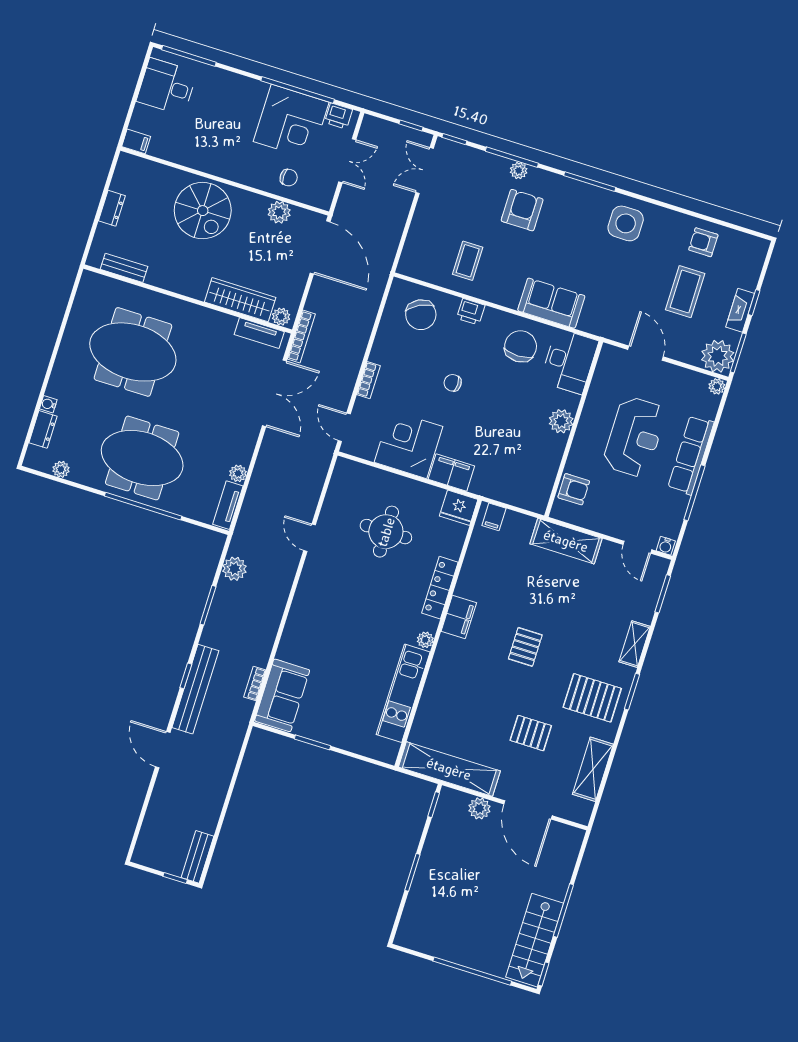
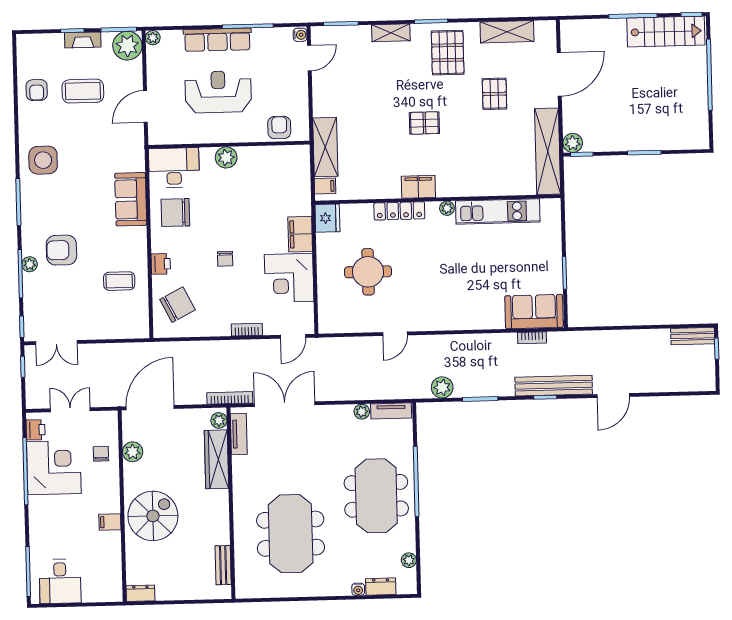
filing cabinet: (136, 141) -> (110, 522), moved, turned -90
dresser: (112, 208) -> (140, 593), moved
shelving: (566, 541) -> (325, 147), moved
plant: (479, 808) -> (573, 143), moved

